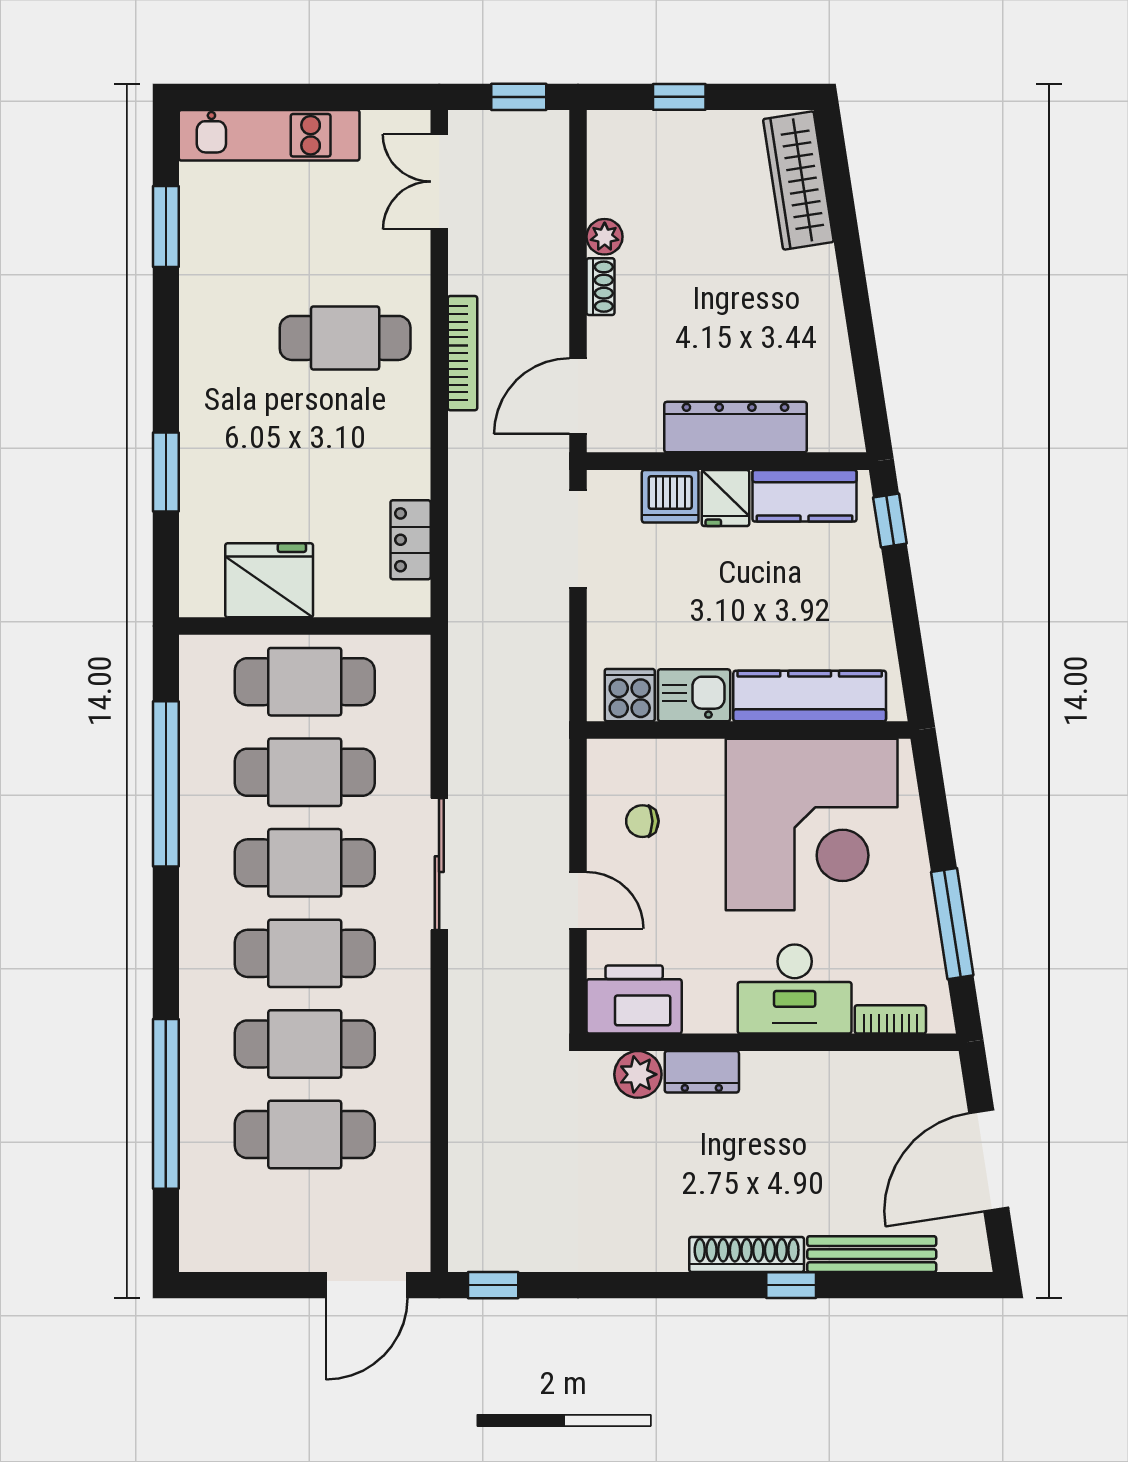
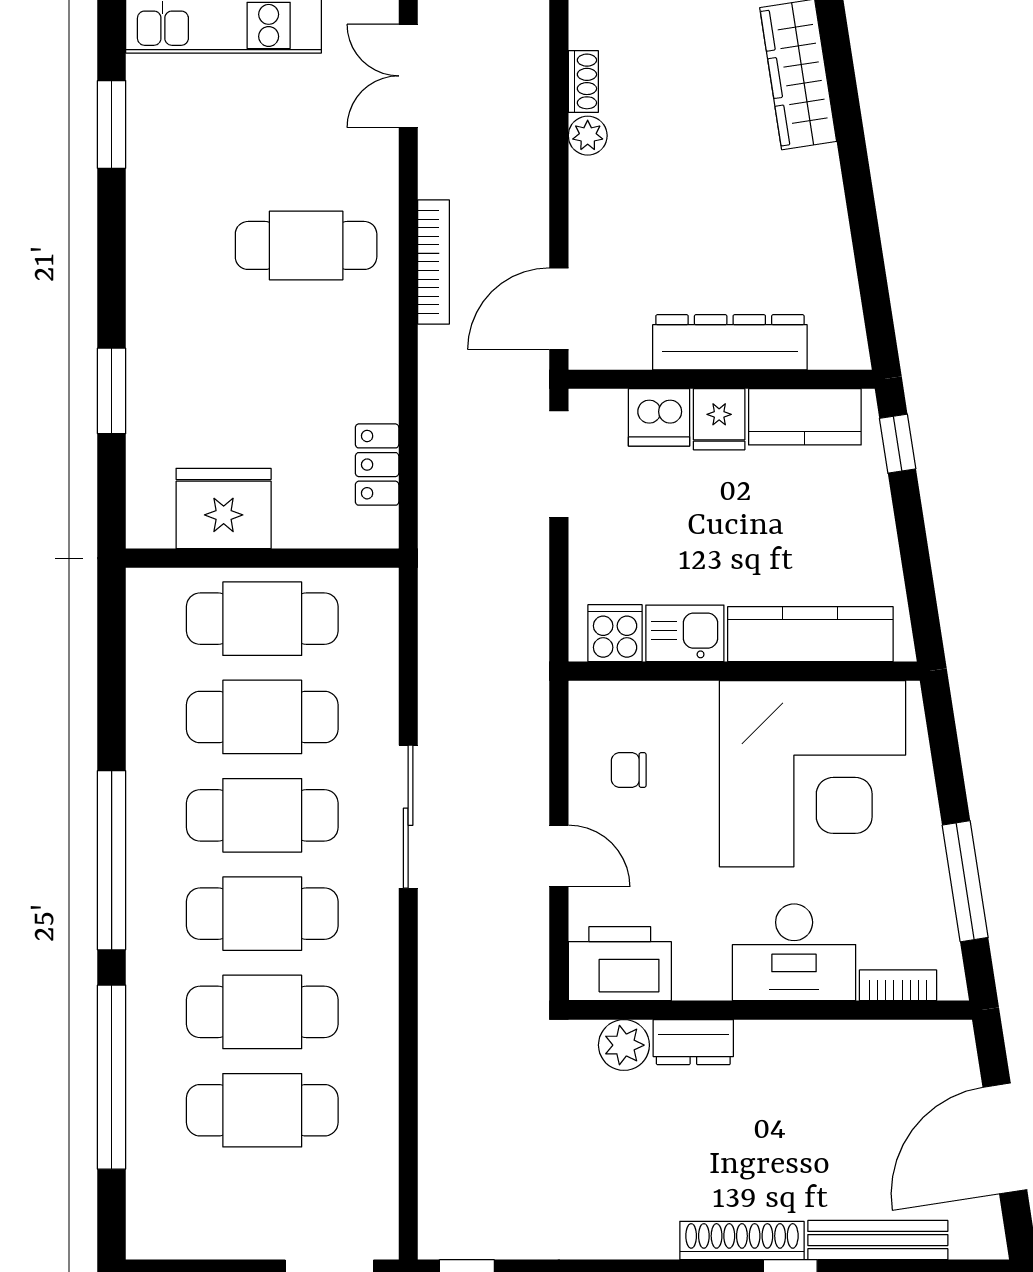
shoe rack: (600, 287) -> (583, 81), moved
window: (166, 784) -> (112, 860), moved

